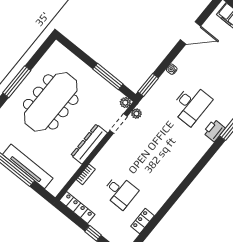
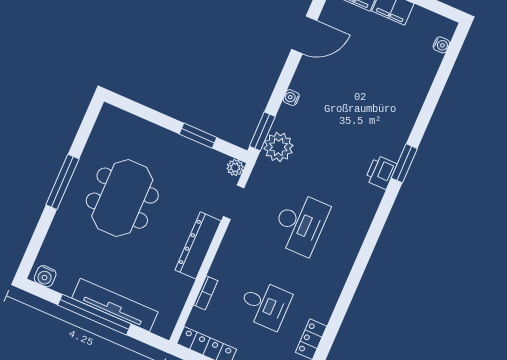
window: (108, 77) -> (198, 136), width x0.69
meeting table: (51, 102) -> (122, 198), width x0.73
desk: (191, 105) -> (300, 224), moved
plant: (136, 114) -> (278, 147), moved, width x1.88, depth x1.88

